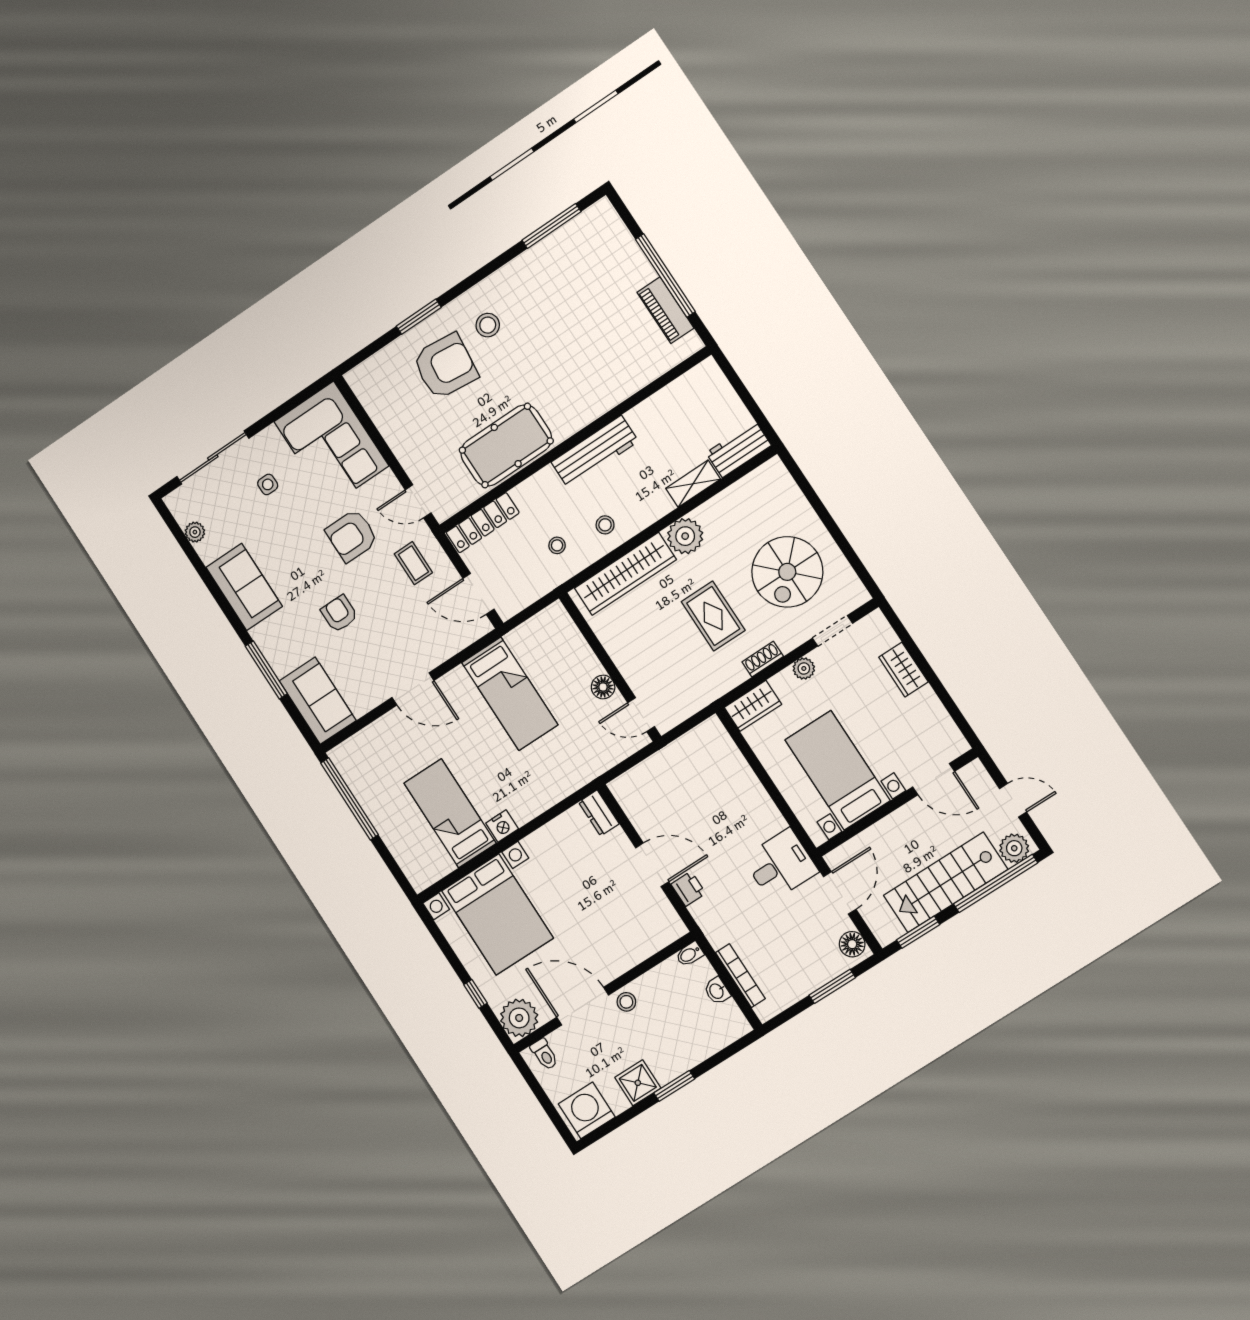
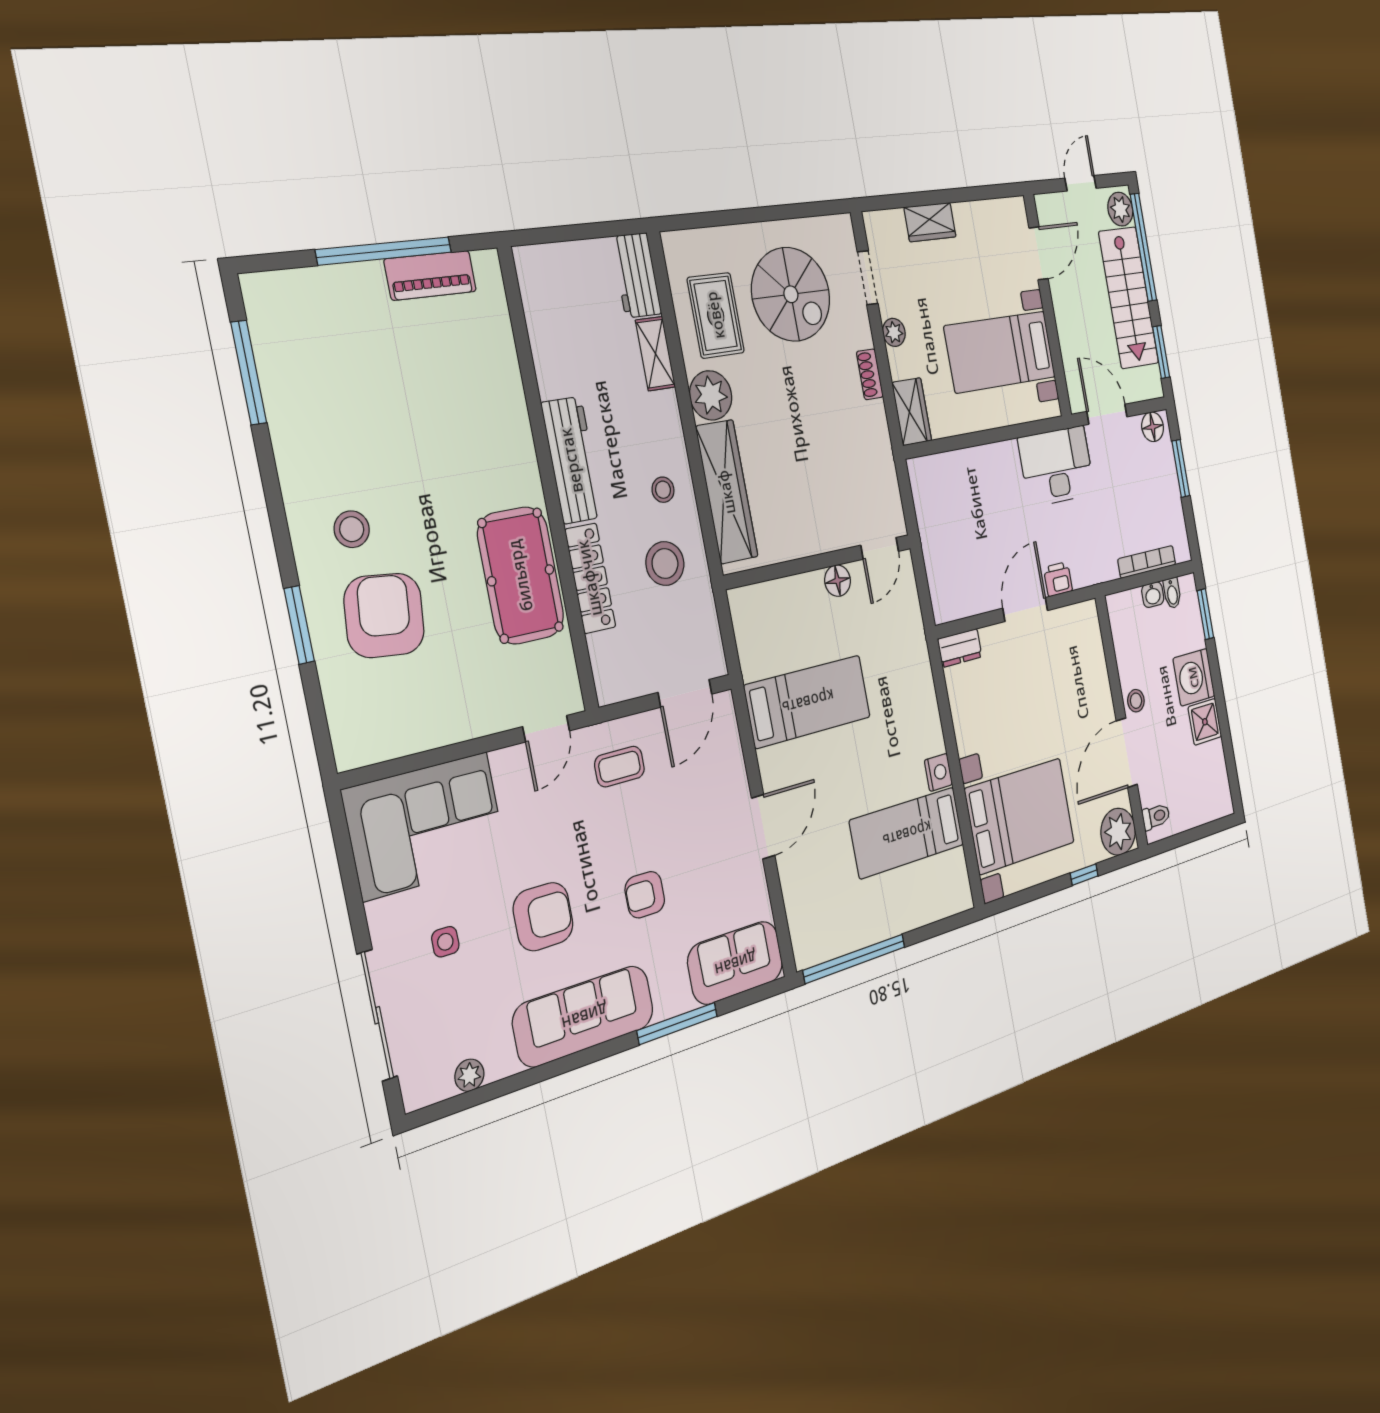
locker: (483, 523) -> (590, 578), moved
armchair: (352, 536) -> (543, 917), moved, turned -90
stool: (557, 545) -> (665, 563), width x1.89, depth x1.89
sofa: (244, 587) -> (584, 1016), width x1.36
rug: (713, 616) -> (716, 315), moved, turned 90
desk: (781, 865) -> (1057, 466), width x1.37
bidet: (690, 954) -> (1172, 593), moved
window: (674, 1086) -> (1205, 614), moved
washing machine: (587, 1110) -> (1194, 677), moved

